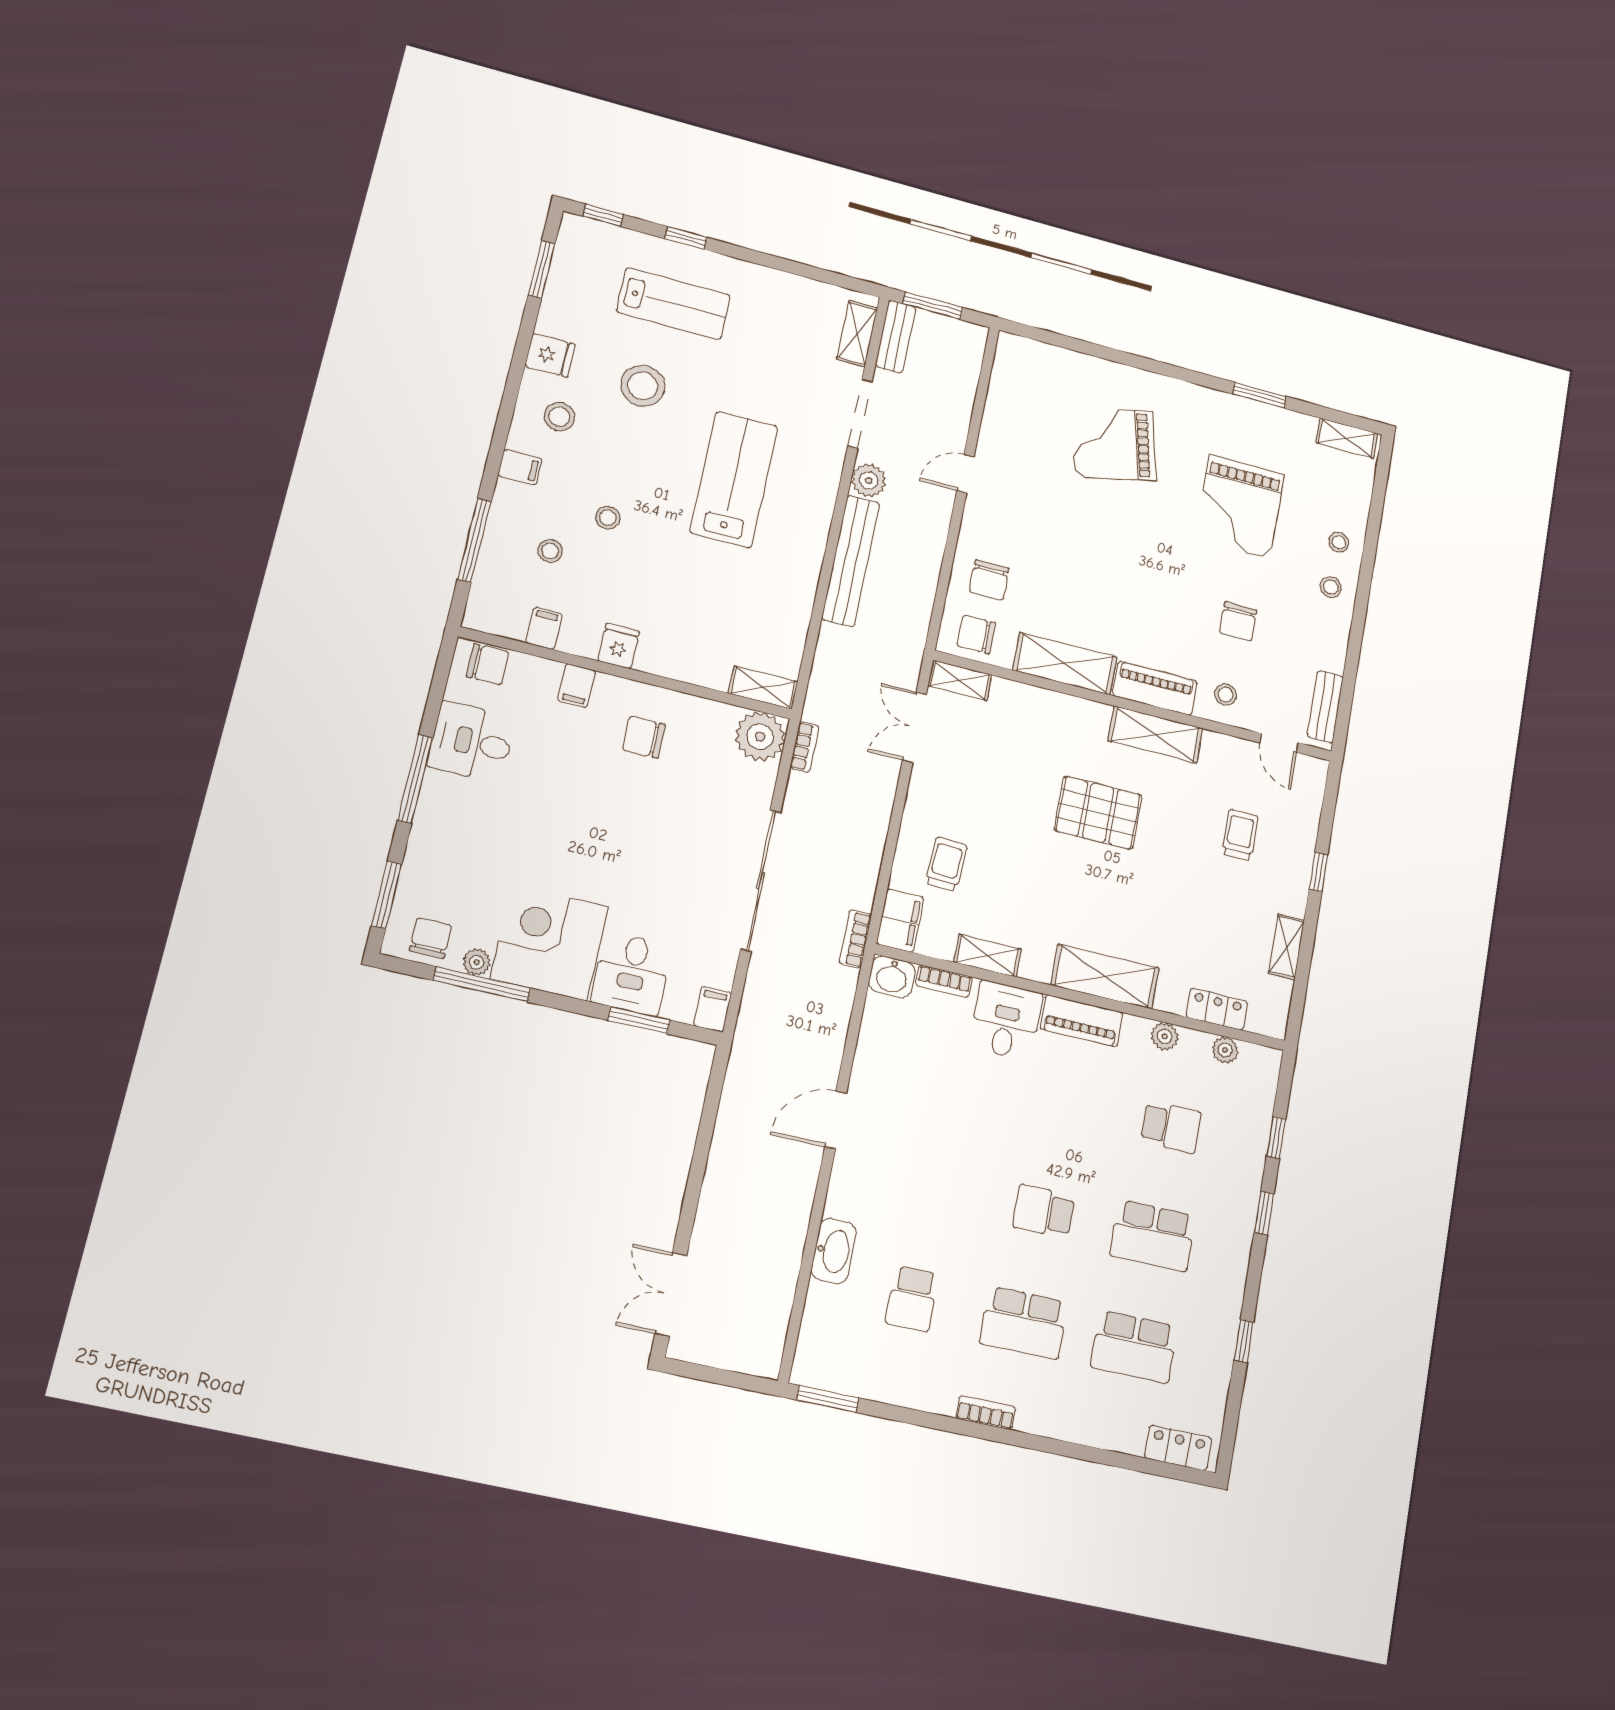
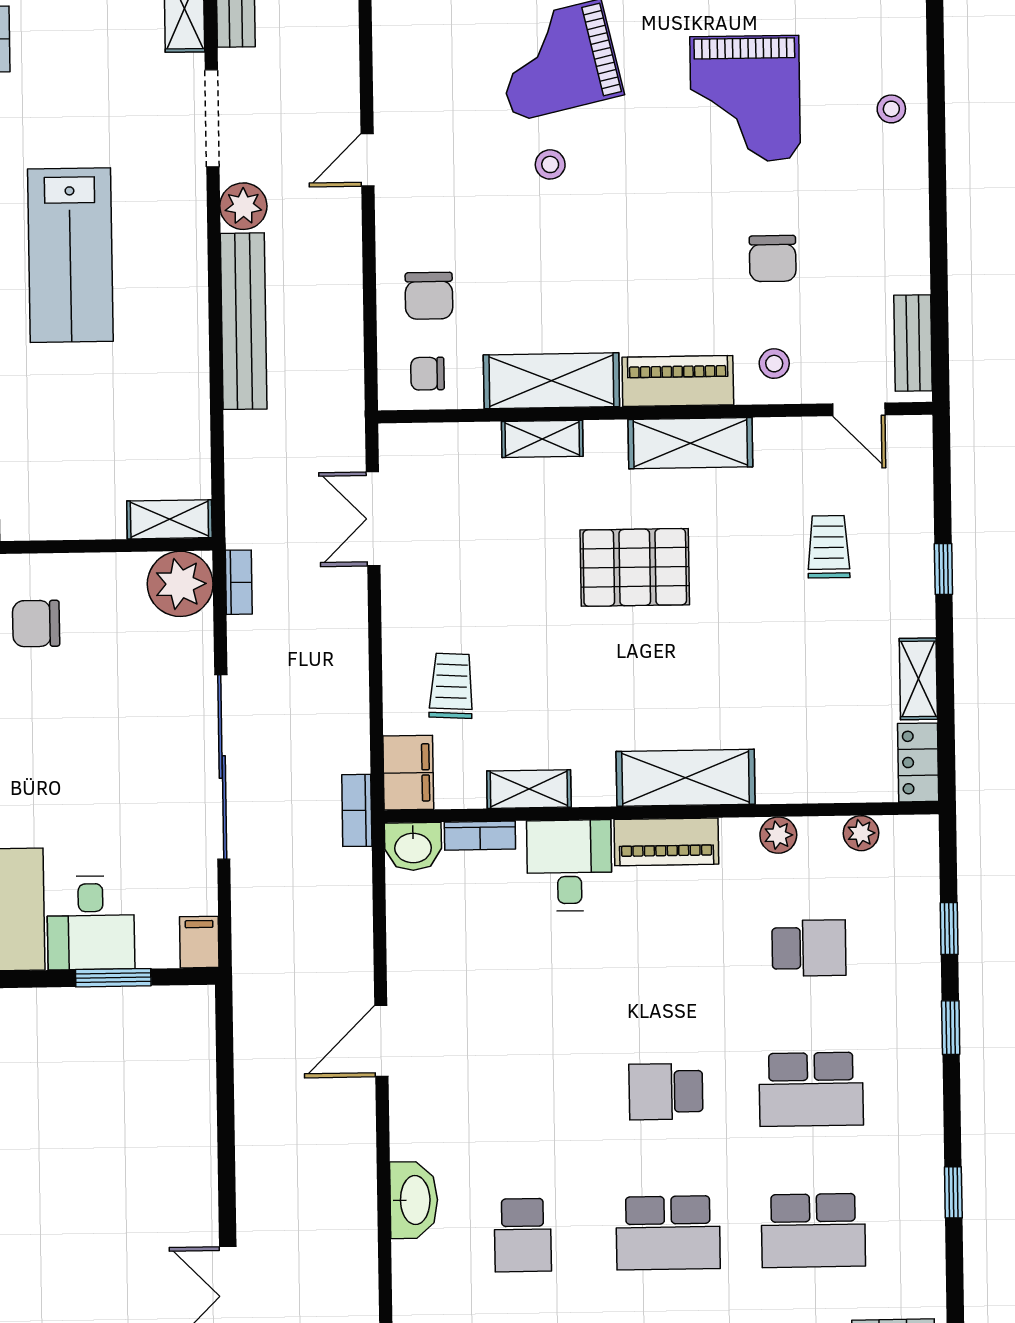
lab bench: (734, 479) -> (70, 255), turned 180
stool: (1331, 587) -> (550, 164), moved
chair: (976, 634) -> (427, 374), width x0.73, depth x0.73
shelving: (960, 680) -> (542, 439), moved
locker: (1217, 1009) -> (918, 762), moved, turned -90

